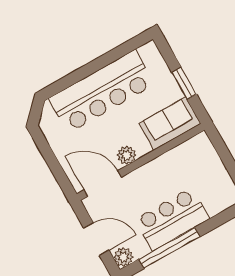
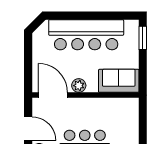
window: (184, 83) -> (143, 38), moved

